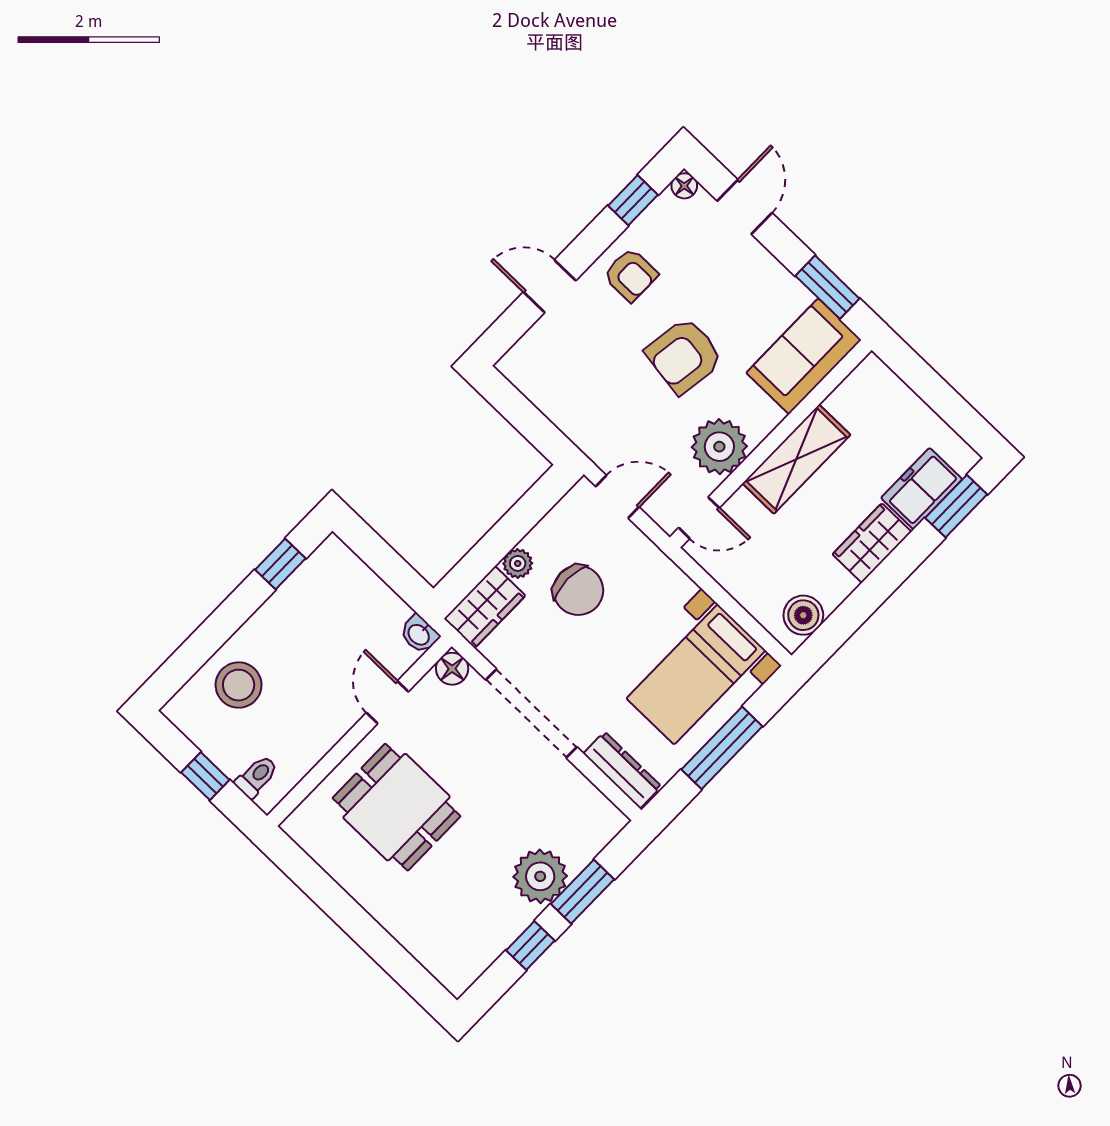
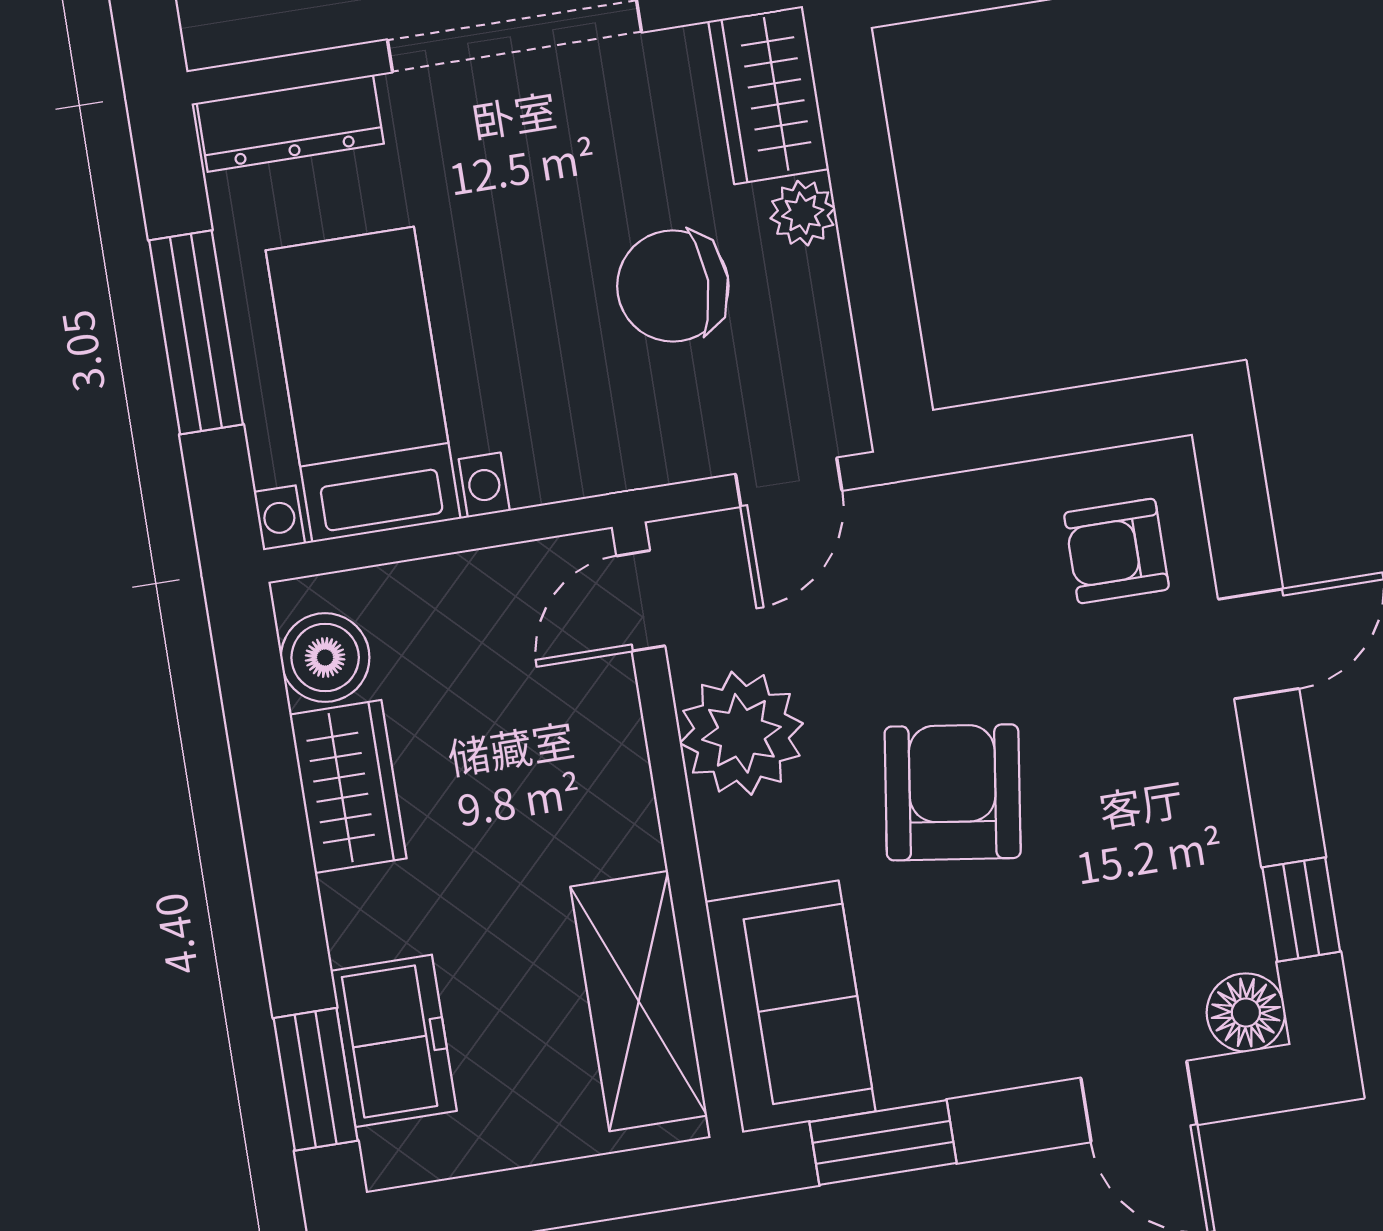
floor lamp: (684, 186) -> (1246, 1012), width x1.37, depth x1.37
armchair: (631, 275) -> (1117, 551), moved
shelving: (796, 459) -> (639, 1001), moved
wardrobe: (872, 543) -> (348, 786), moved

